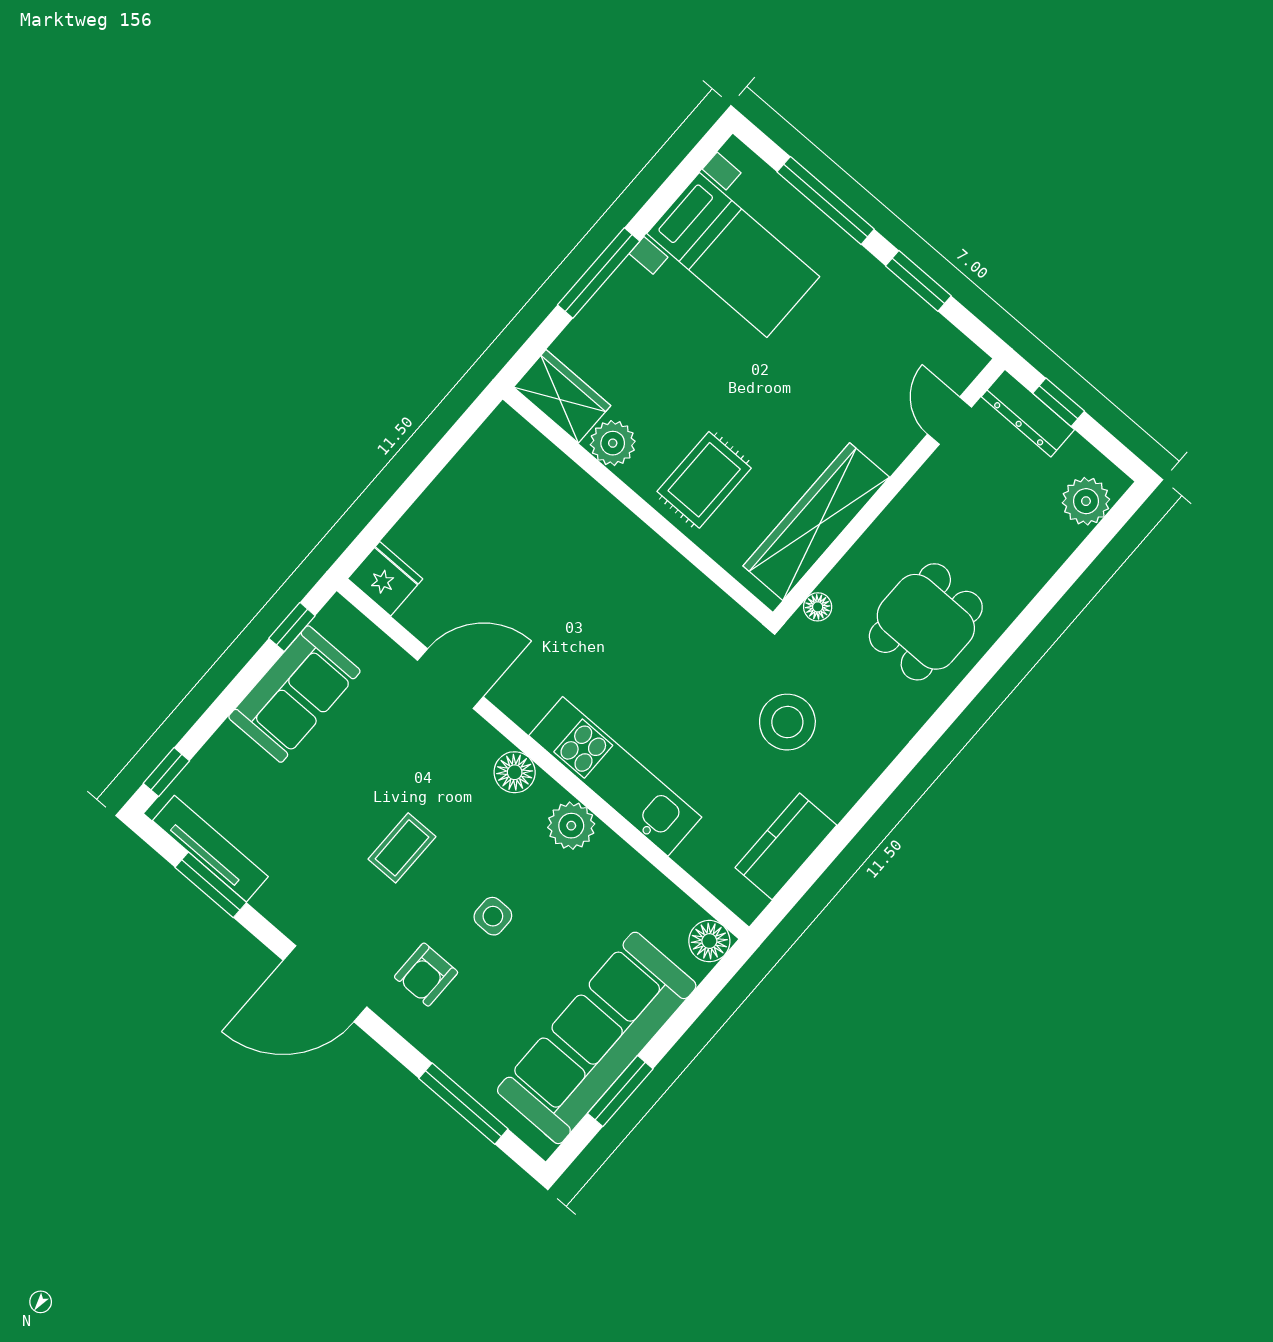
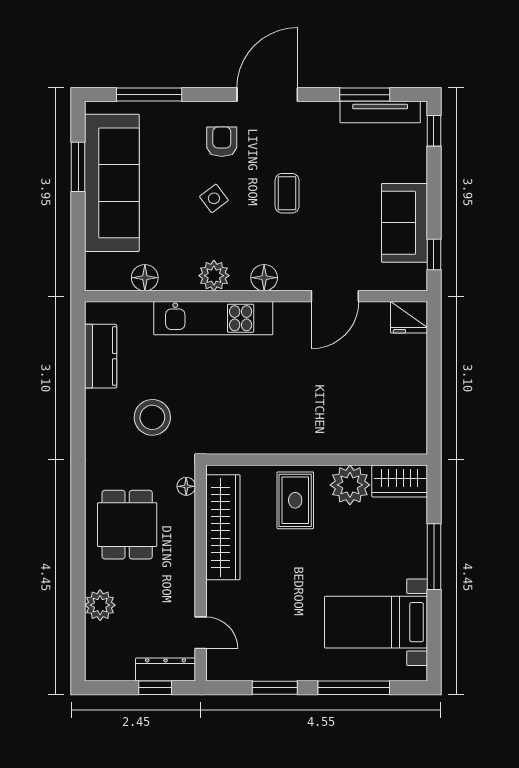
plant: (613, 443) -> (350, 485), width x1.36, depth x1.36
plant: (1086, 501) -> (100, 605), moved
side table: (493, 916) -> (214, 198), turned -37
floor lamp: (709, 941) -> (145, 278), moved

